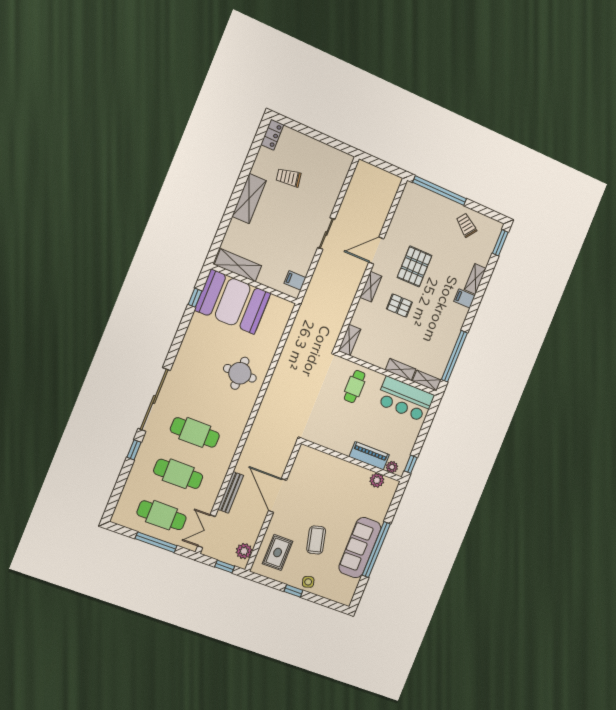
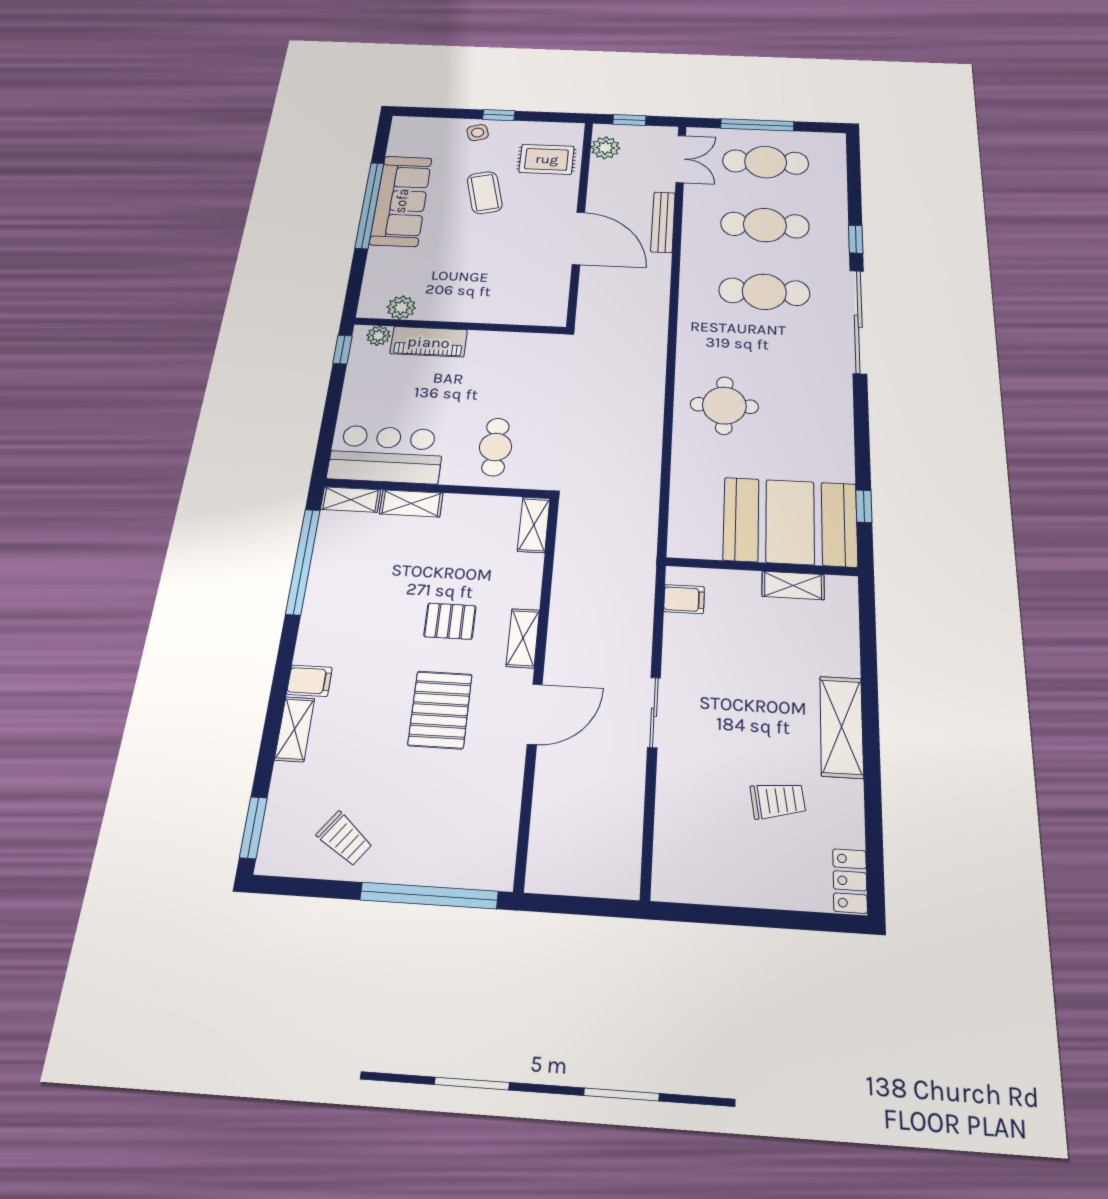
shelving: (238, 265) -> (793, 585), width x0.67, depth x0.75
rug: (278, 552) -> (547, 159), turned 90

